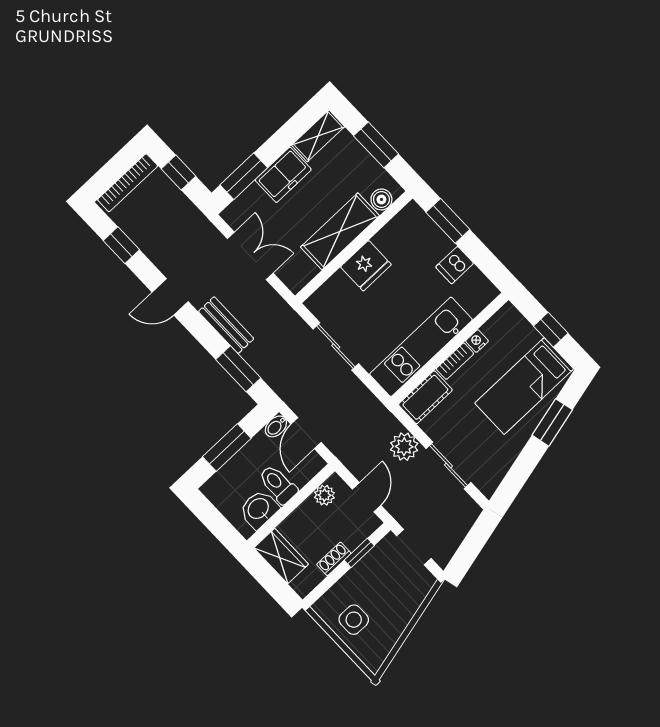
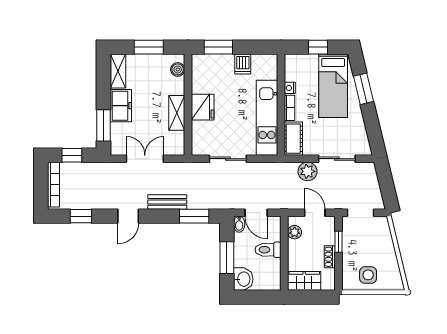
shelving: (340, 231) -> (177, 113), width x0.67, depth x0.75
washbasin: (259, 509) -> (243, 279), moved, turned 180

